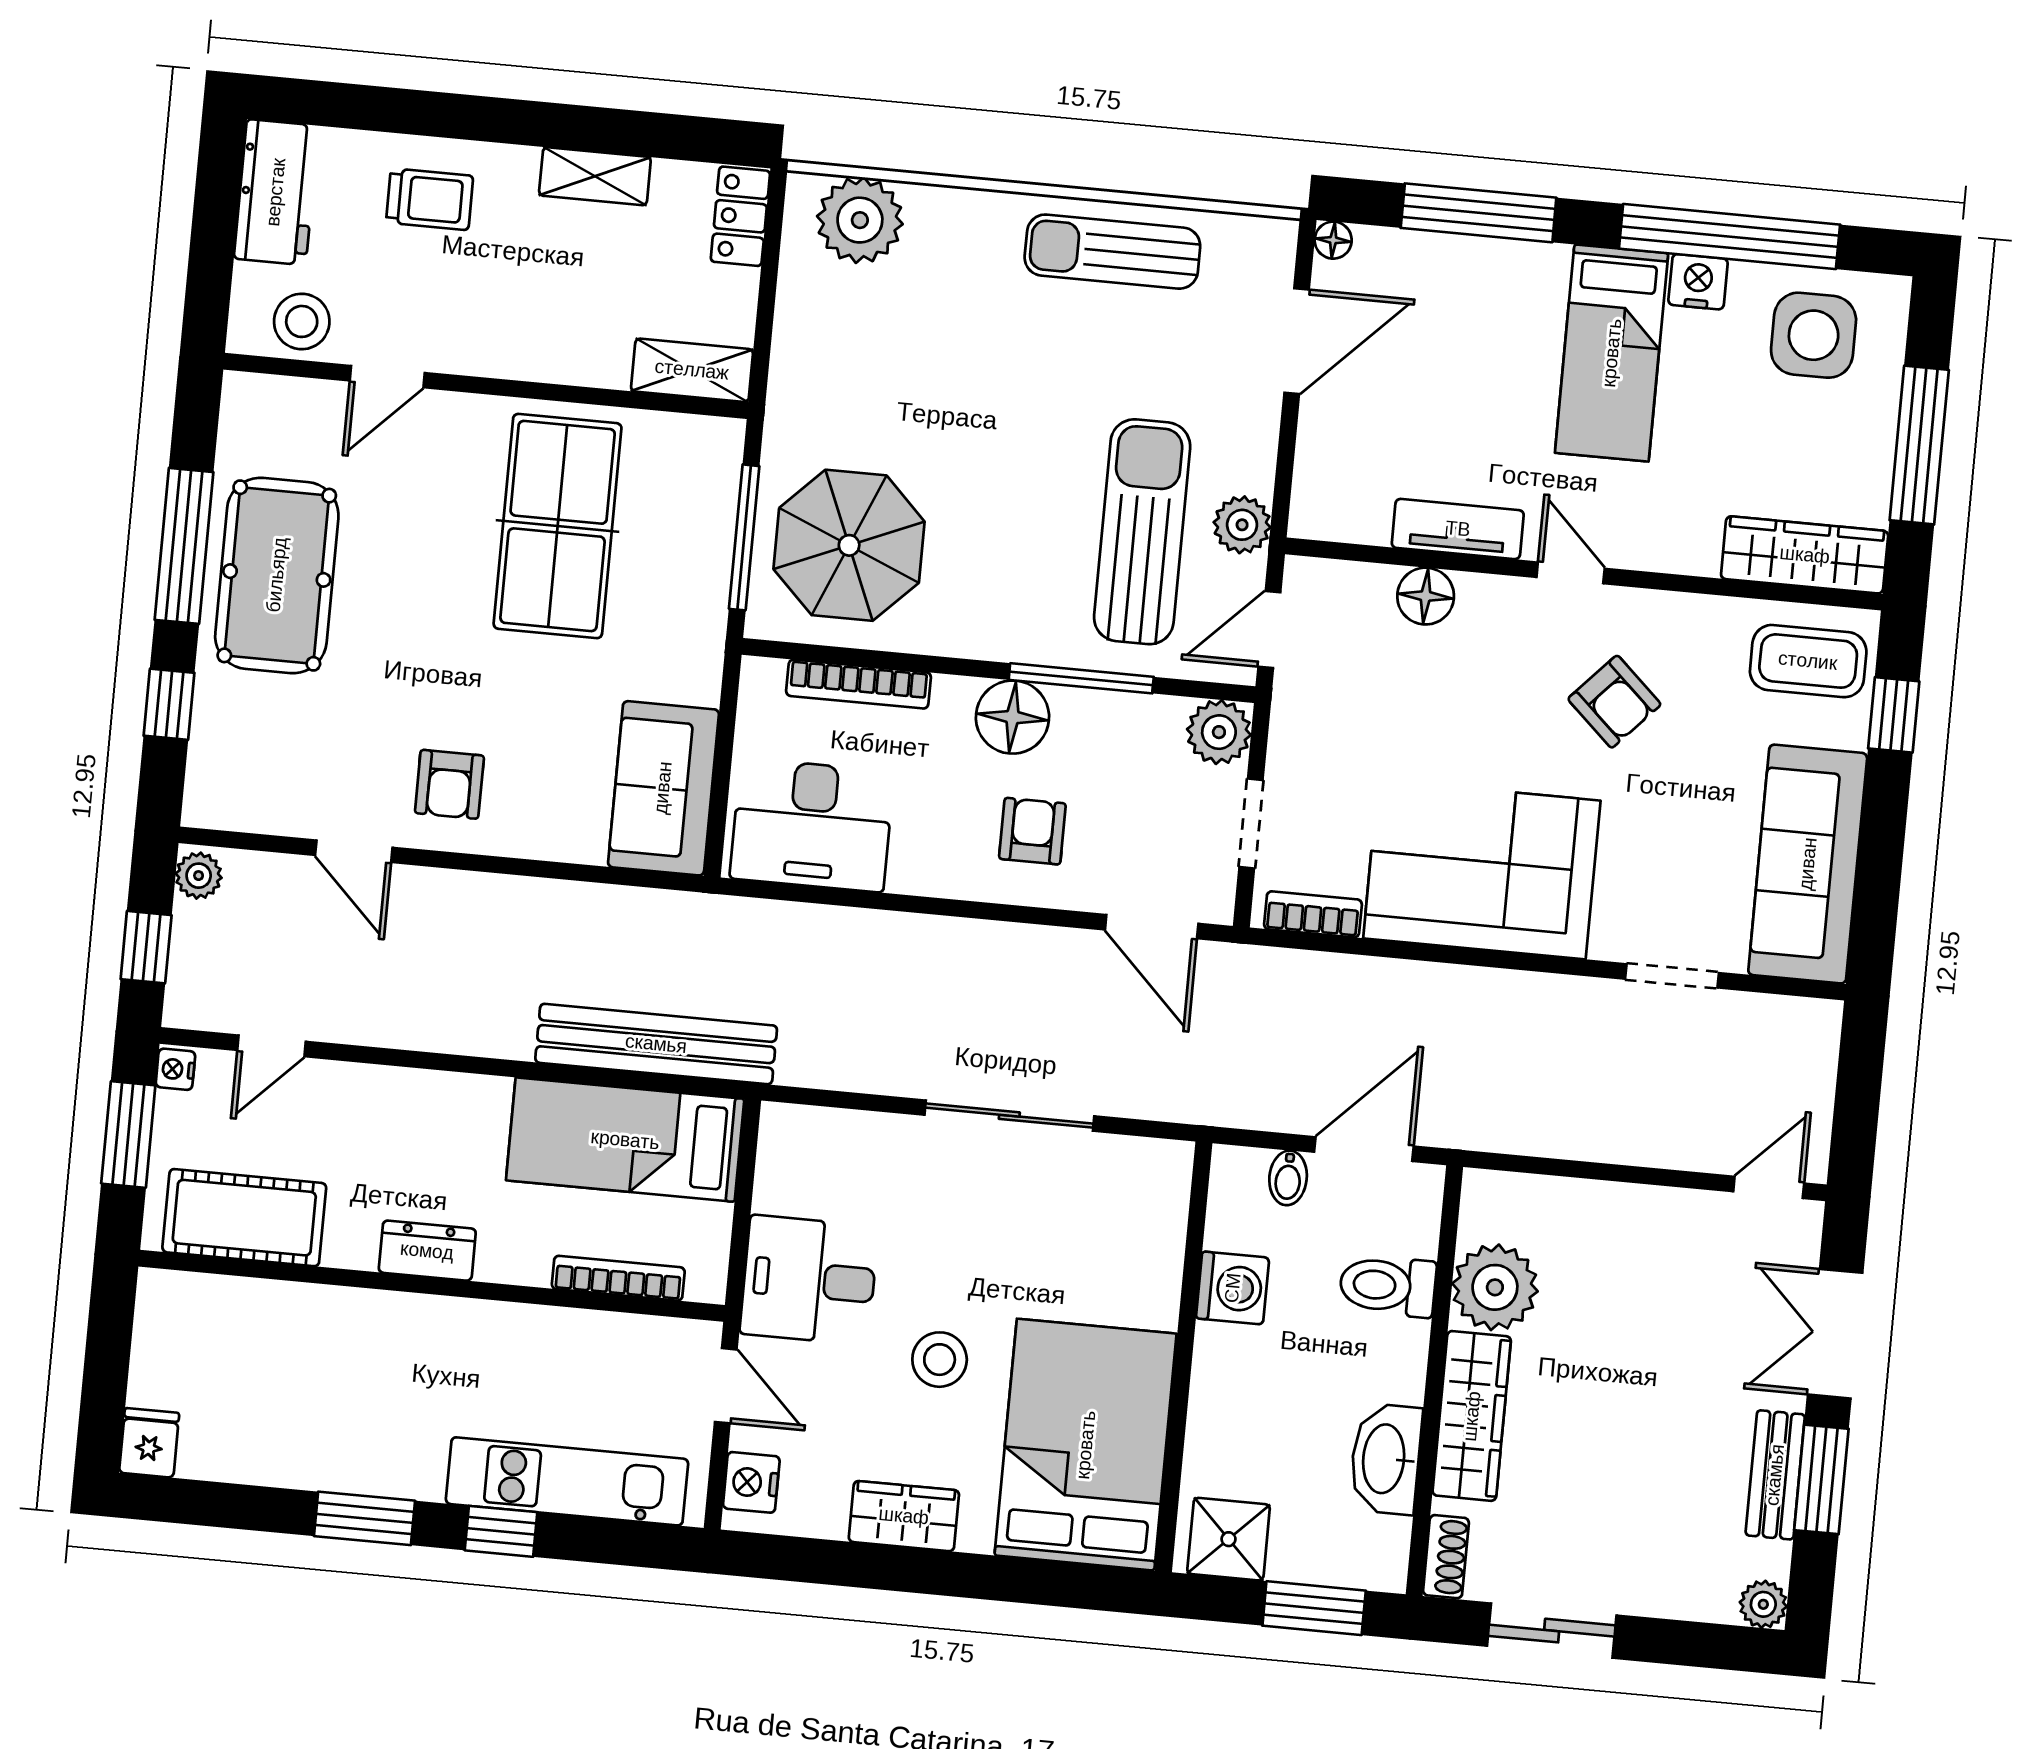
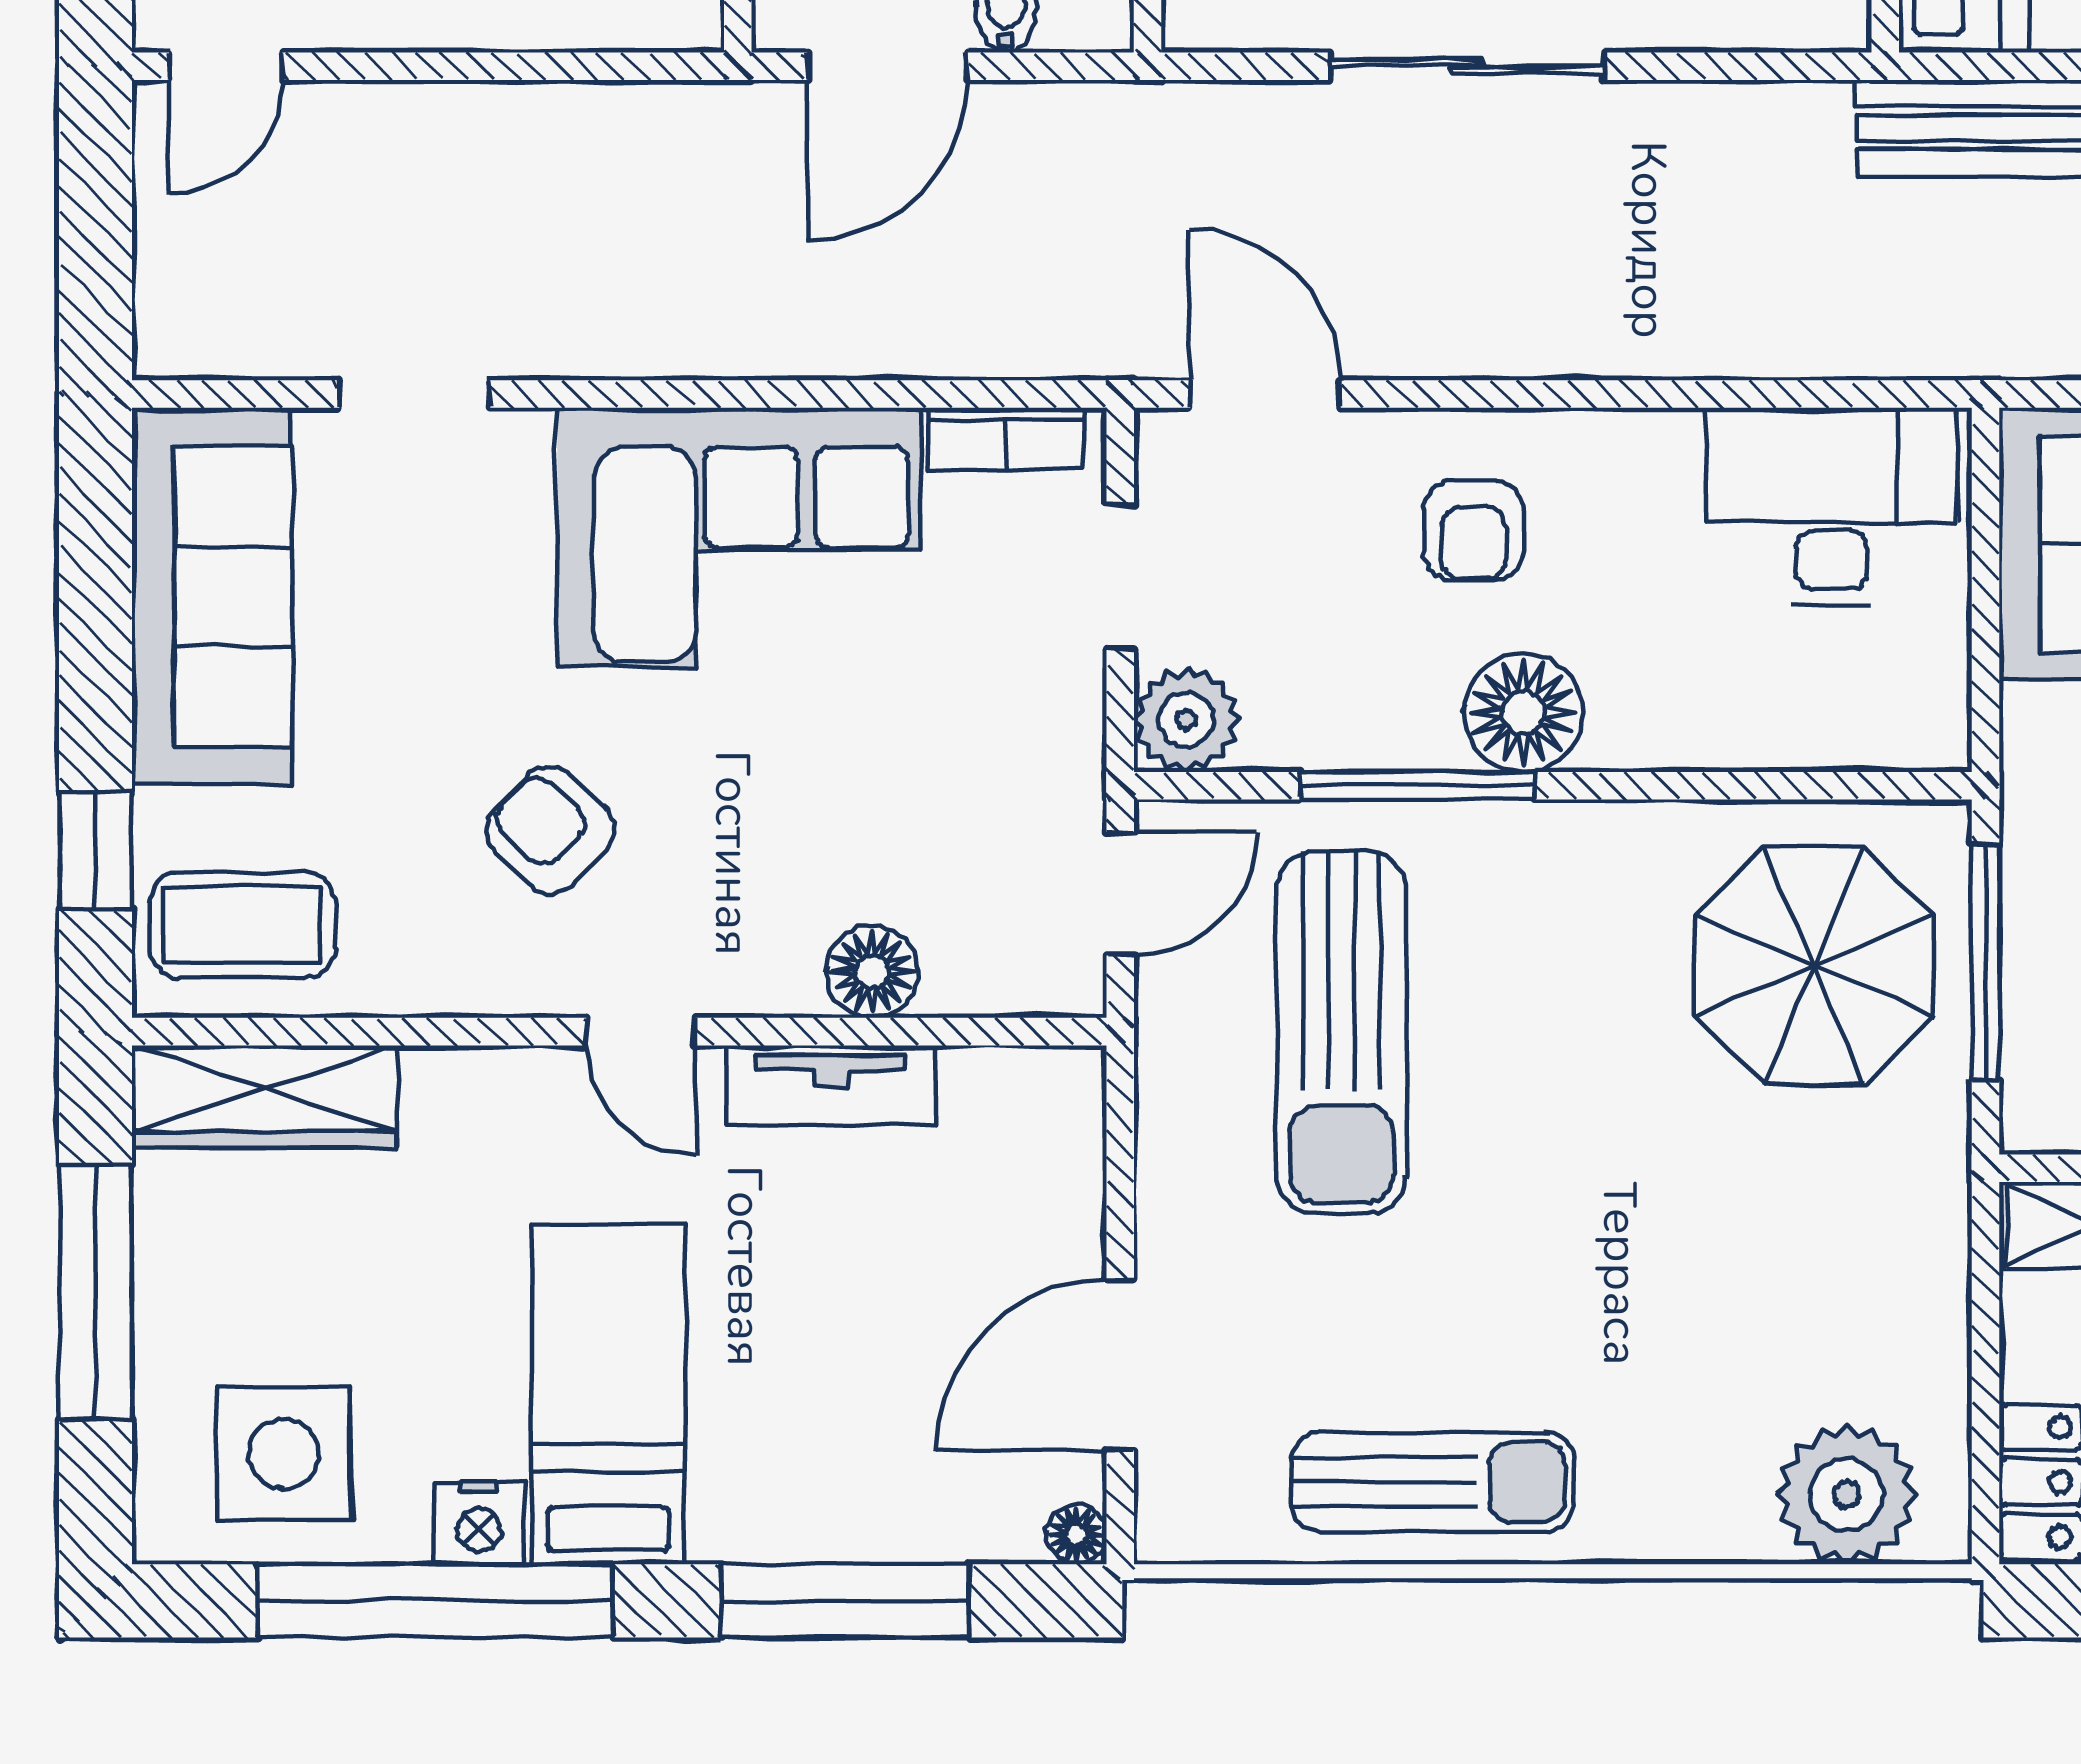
plant: (1242, 525) -> (1181, 1059), removed
bookcase: (858, 684) -> (1778, 742), removed

